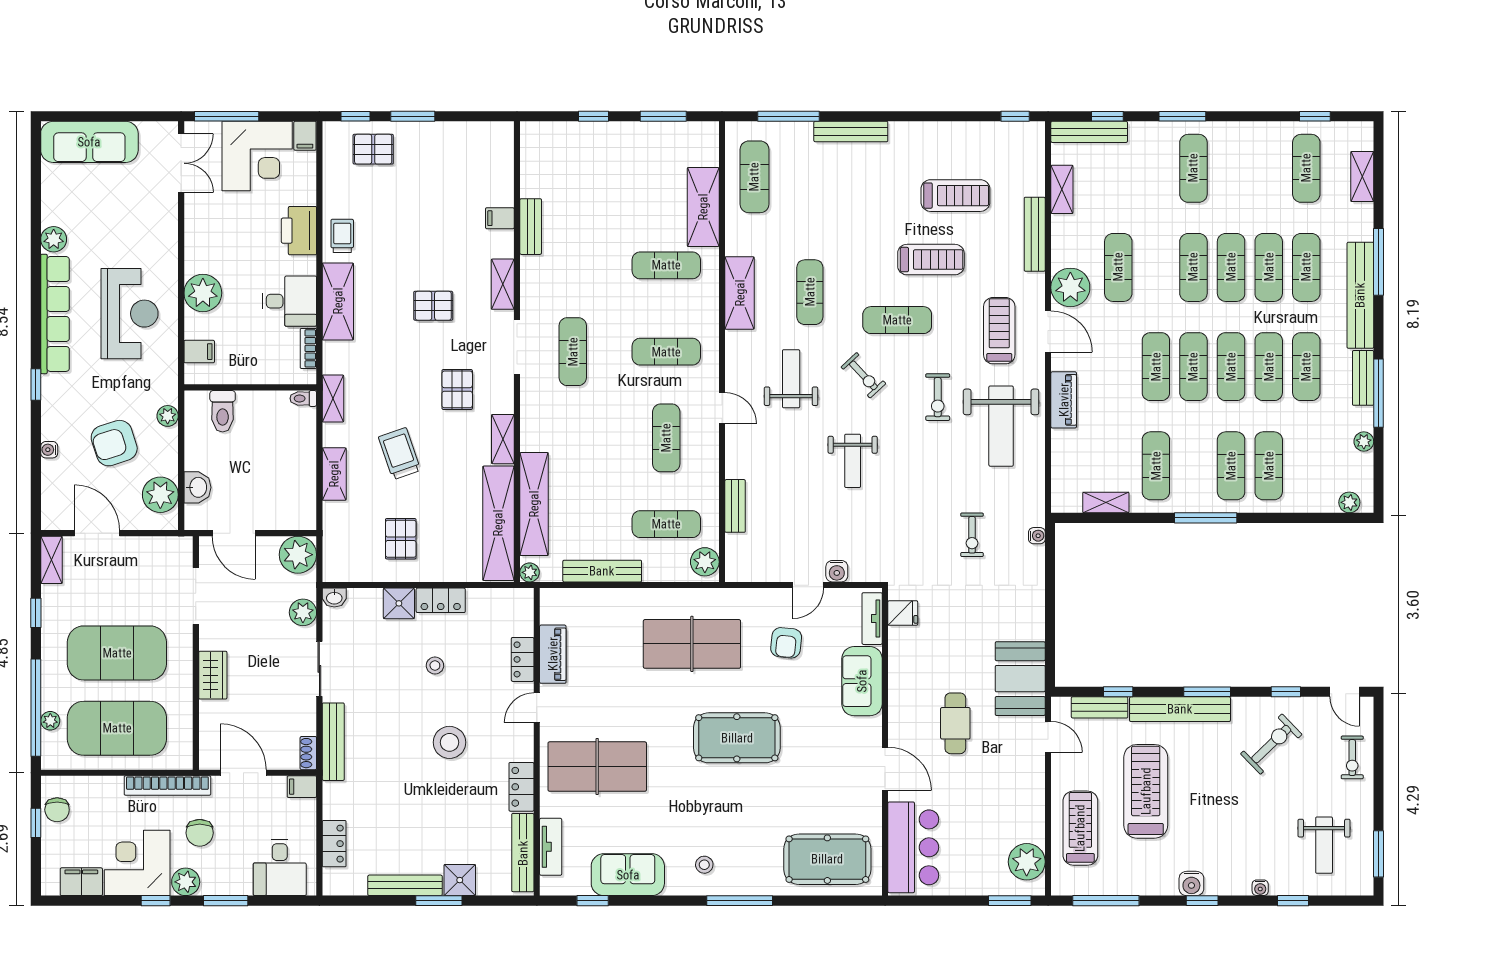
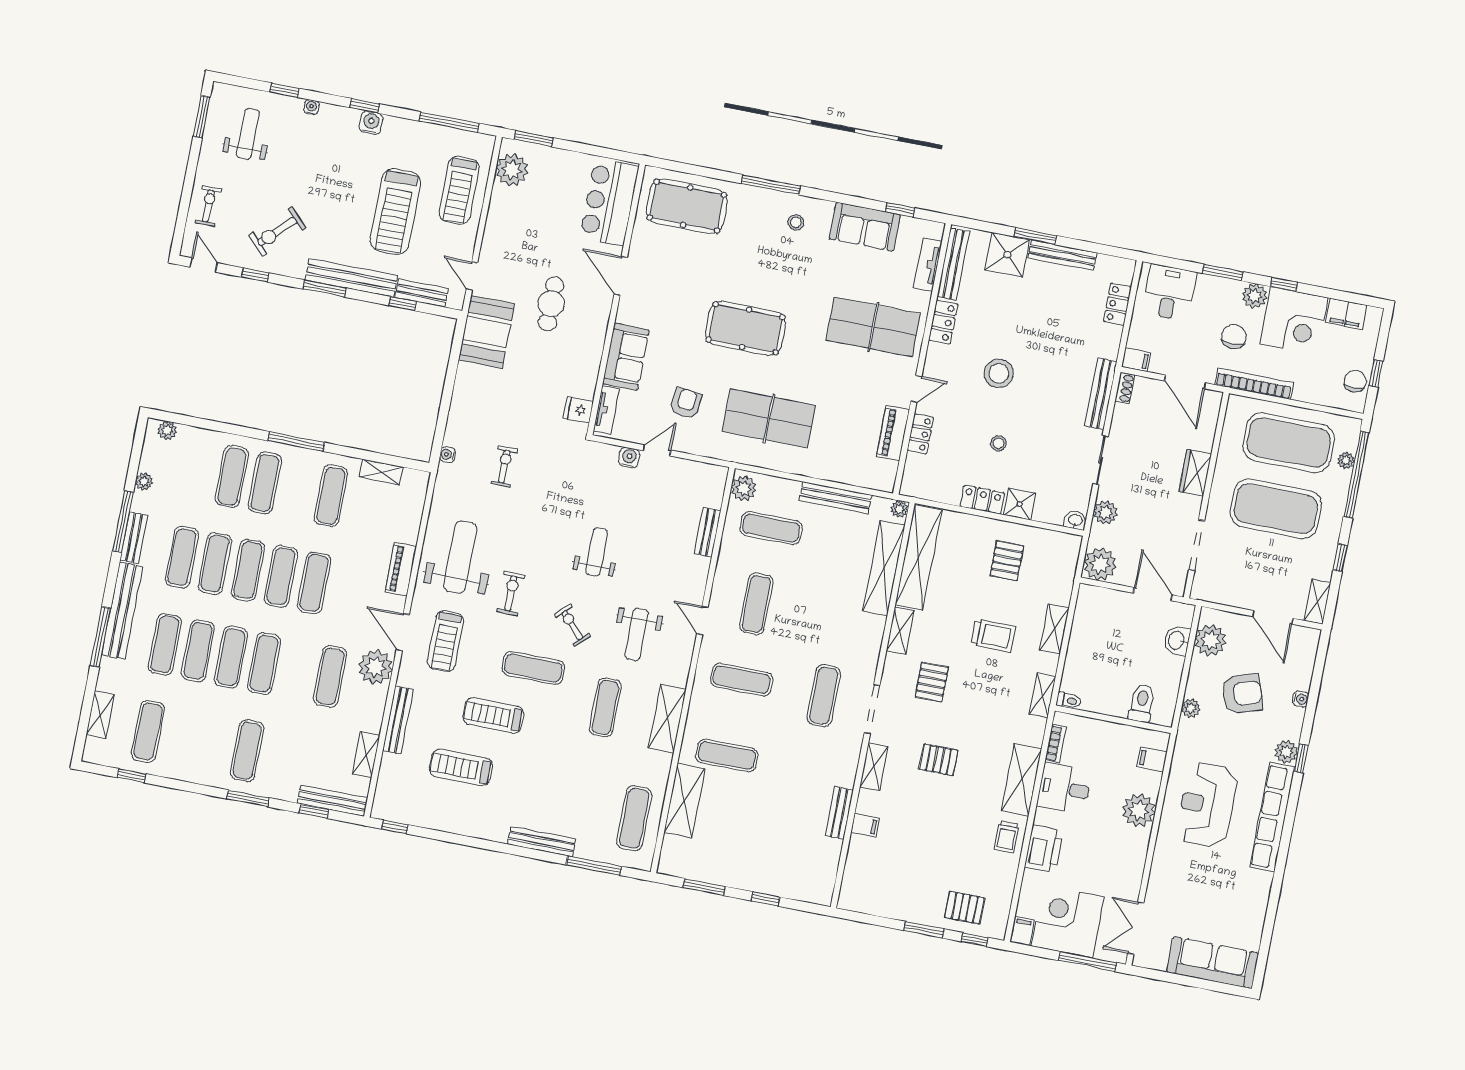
plant: (54, 239) -> (1286, 752), moved
trolley: (400, 454) -> (993, 636), turned -71
shower: (460, 880) -> (1007, 255), width x1.36, depth x1.36

